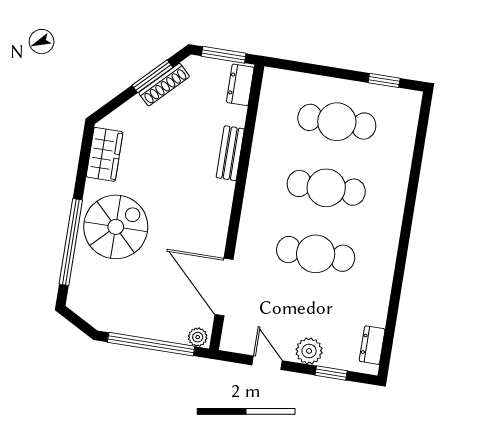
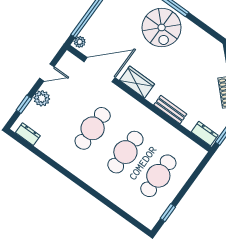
wardrobe: (105, 154) -> (137, 82), moved, turned 180

